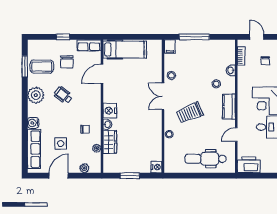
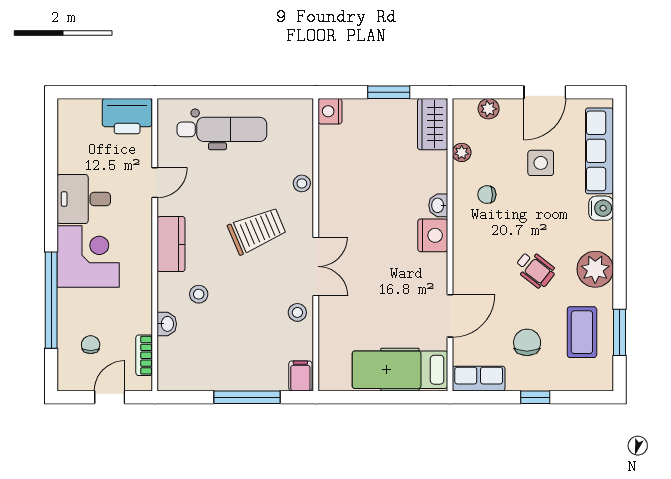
door: (257, 37) -> (110, 397), swing flipped
coffee table: (42, 67) -> (582, 332), turned 90
wardrobe: (110, 142) -> (433, 124), moved

